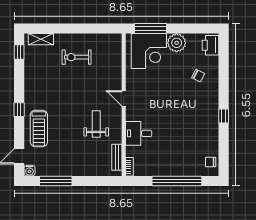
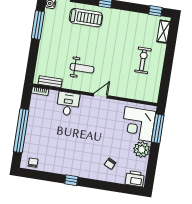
treadmill: (39, 128) -> (86, 18), turned 180

